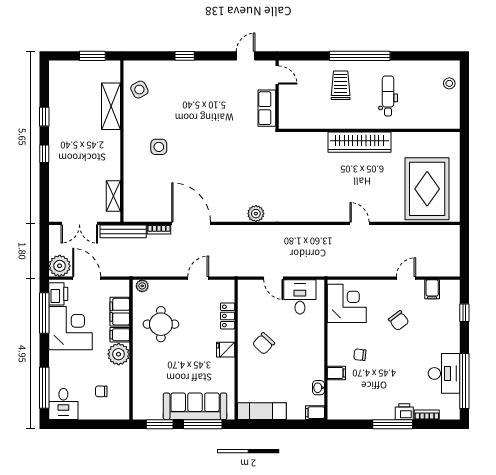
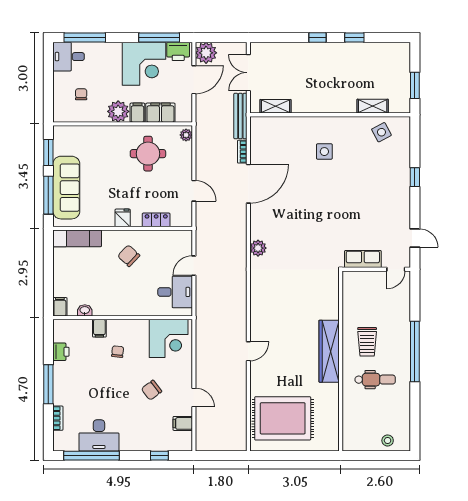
trolley: (341, 85) -> (367, 342), moved, turned 90
shelving: (111, 106) -> (373, 106), width x0.67, depth x0.75
exam couch: (262, 411) -> (77, 238), moved, turned 90
printer: (404, 412) -> (61, 352), moved

